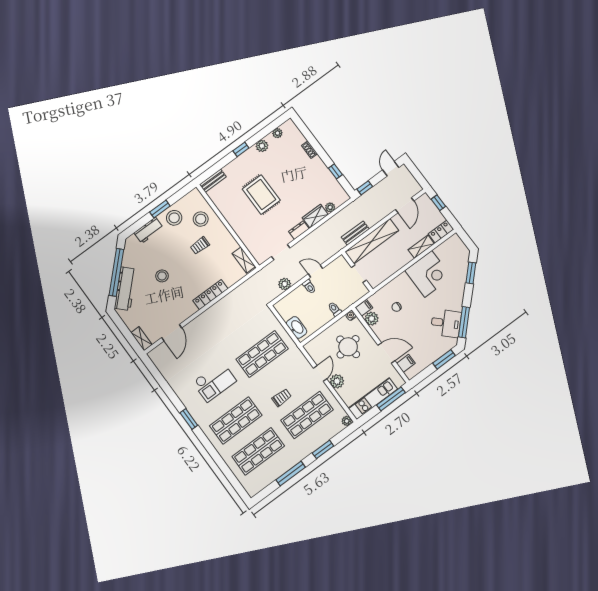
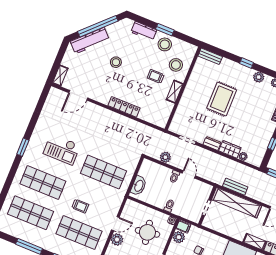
shelving: (244, 260) -> (175, 92), moved

